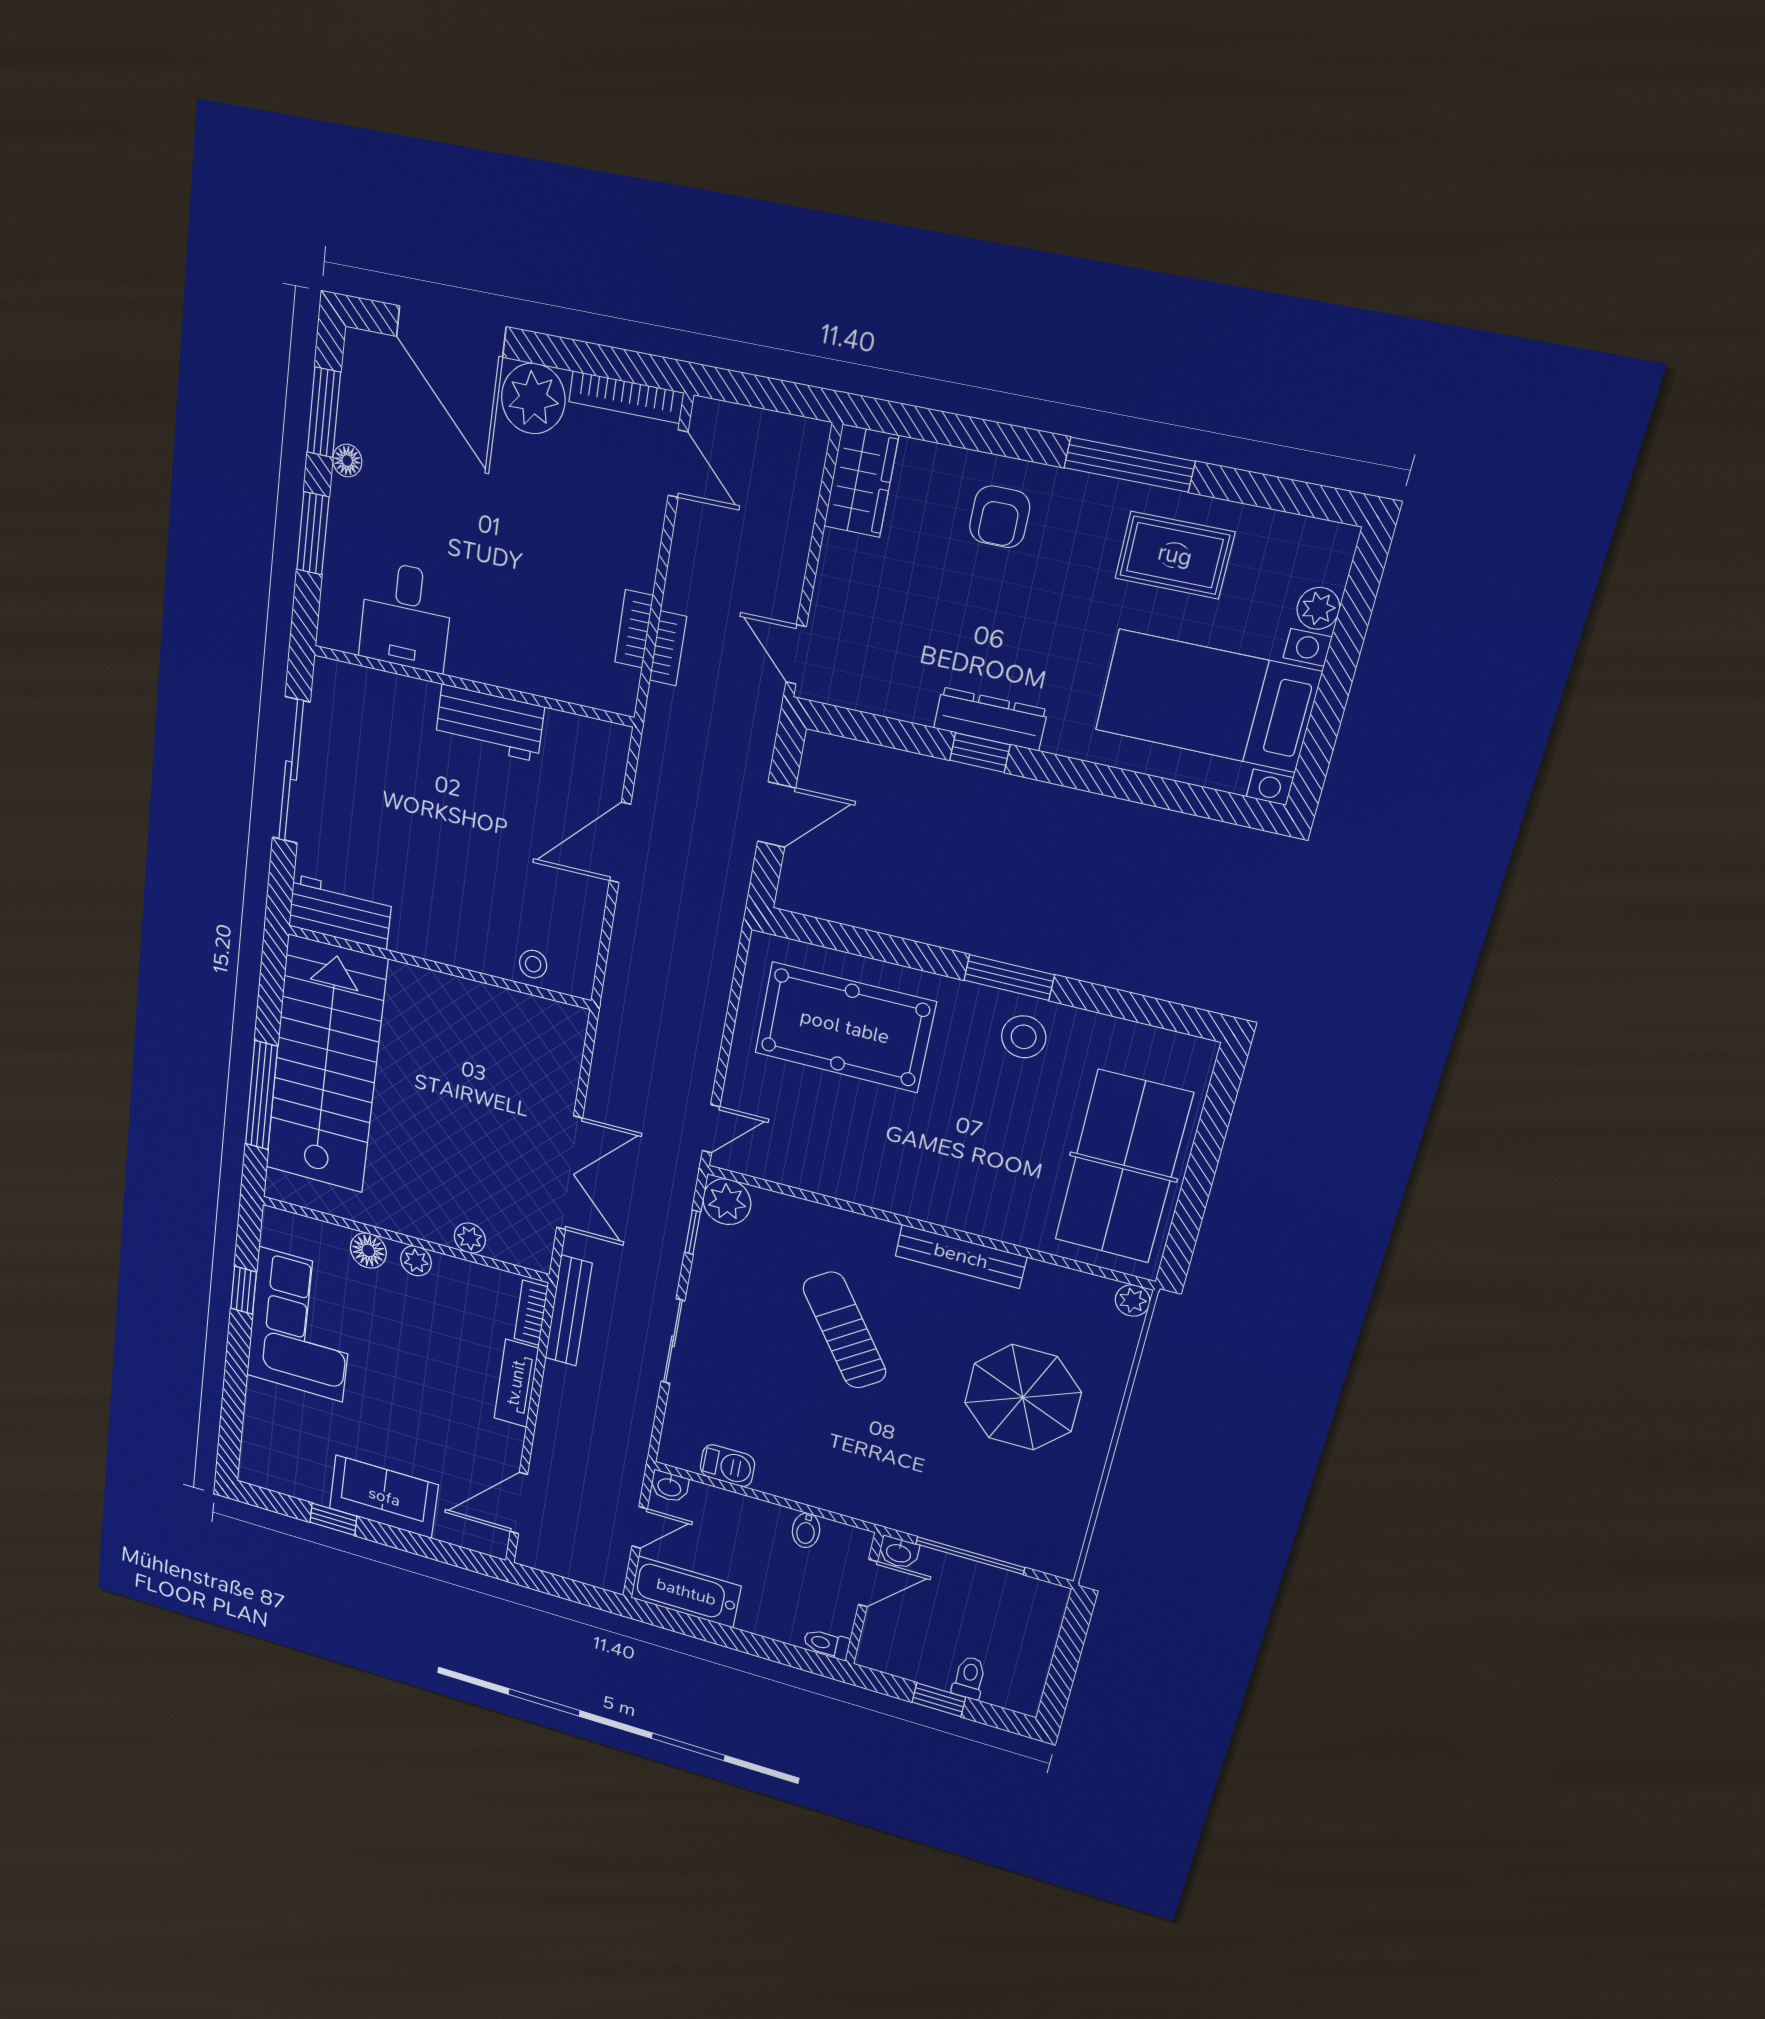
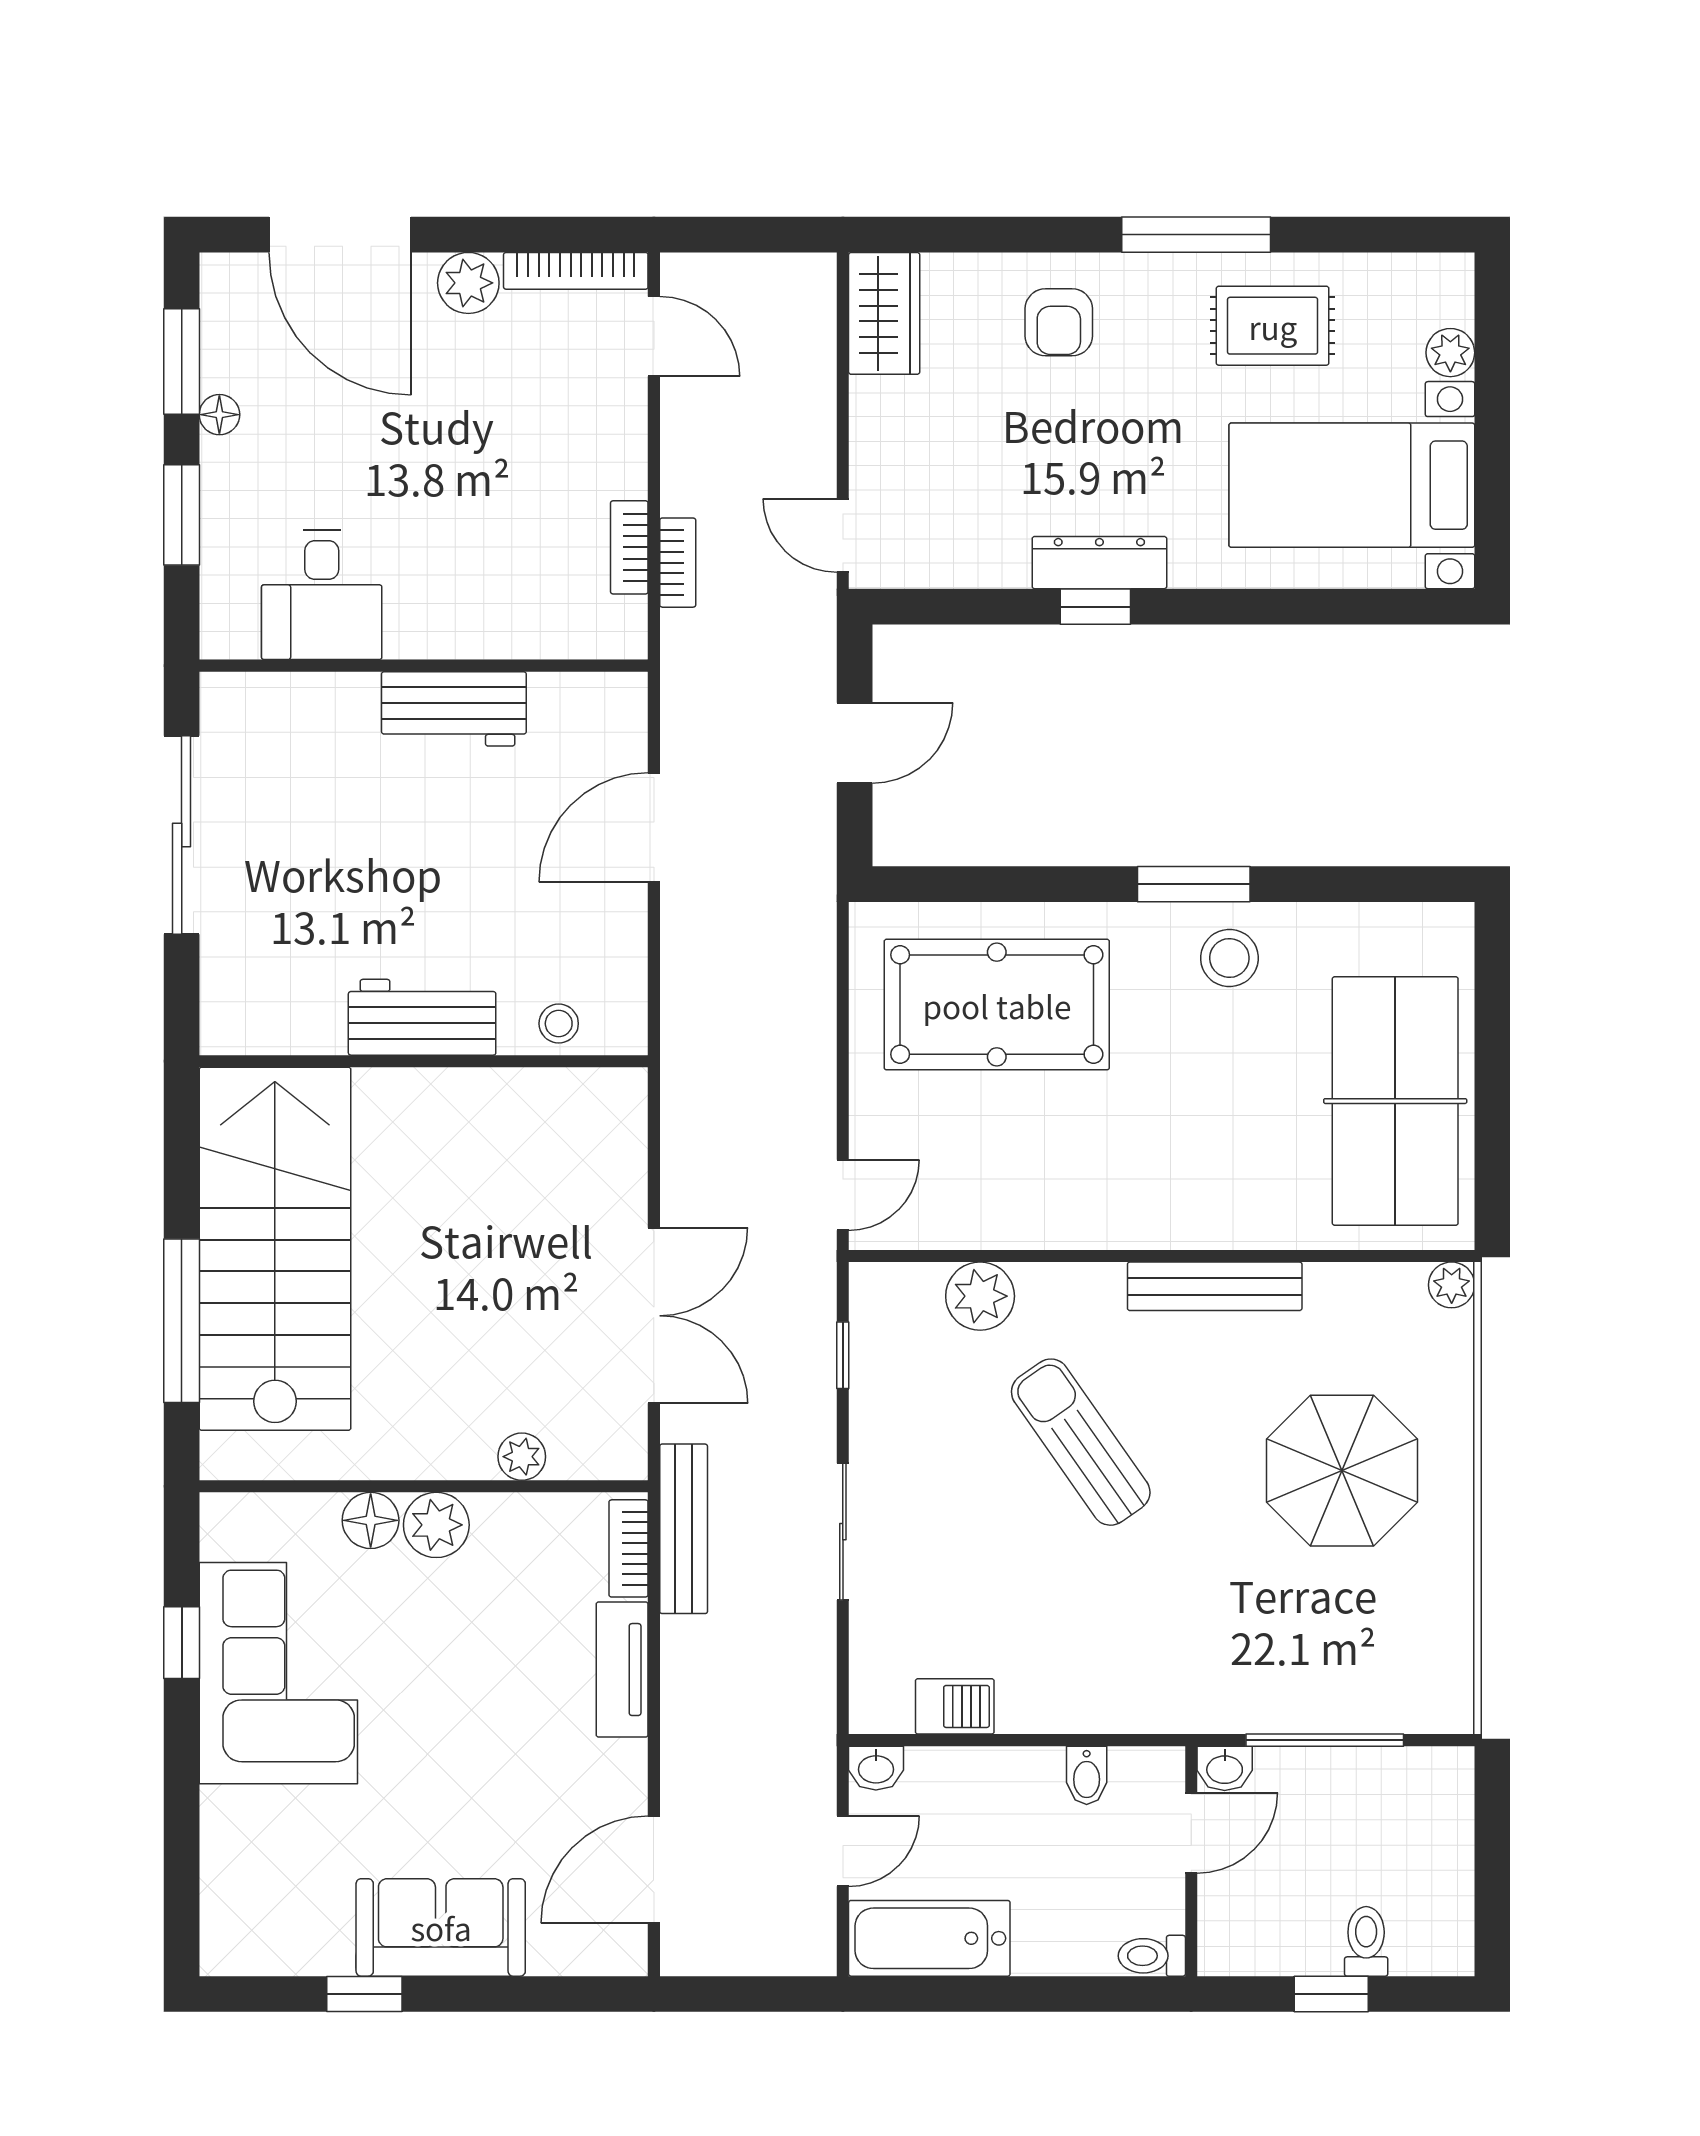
plant: (533, 399) -> (468, 283), width x0.73, depth x0.73
workbench: (340, 912) -> (422, 1017), moved
plant: (727, 1202) -> (980, 1296), moved
plant: (416, 1261) -> (436, 1525), width x1.38, depth x1.38

